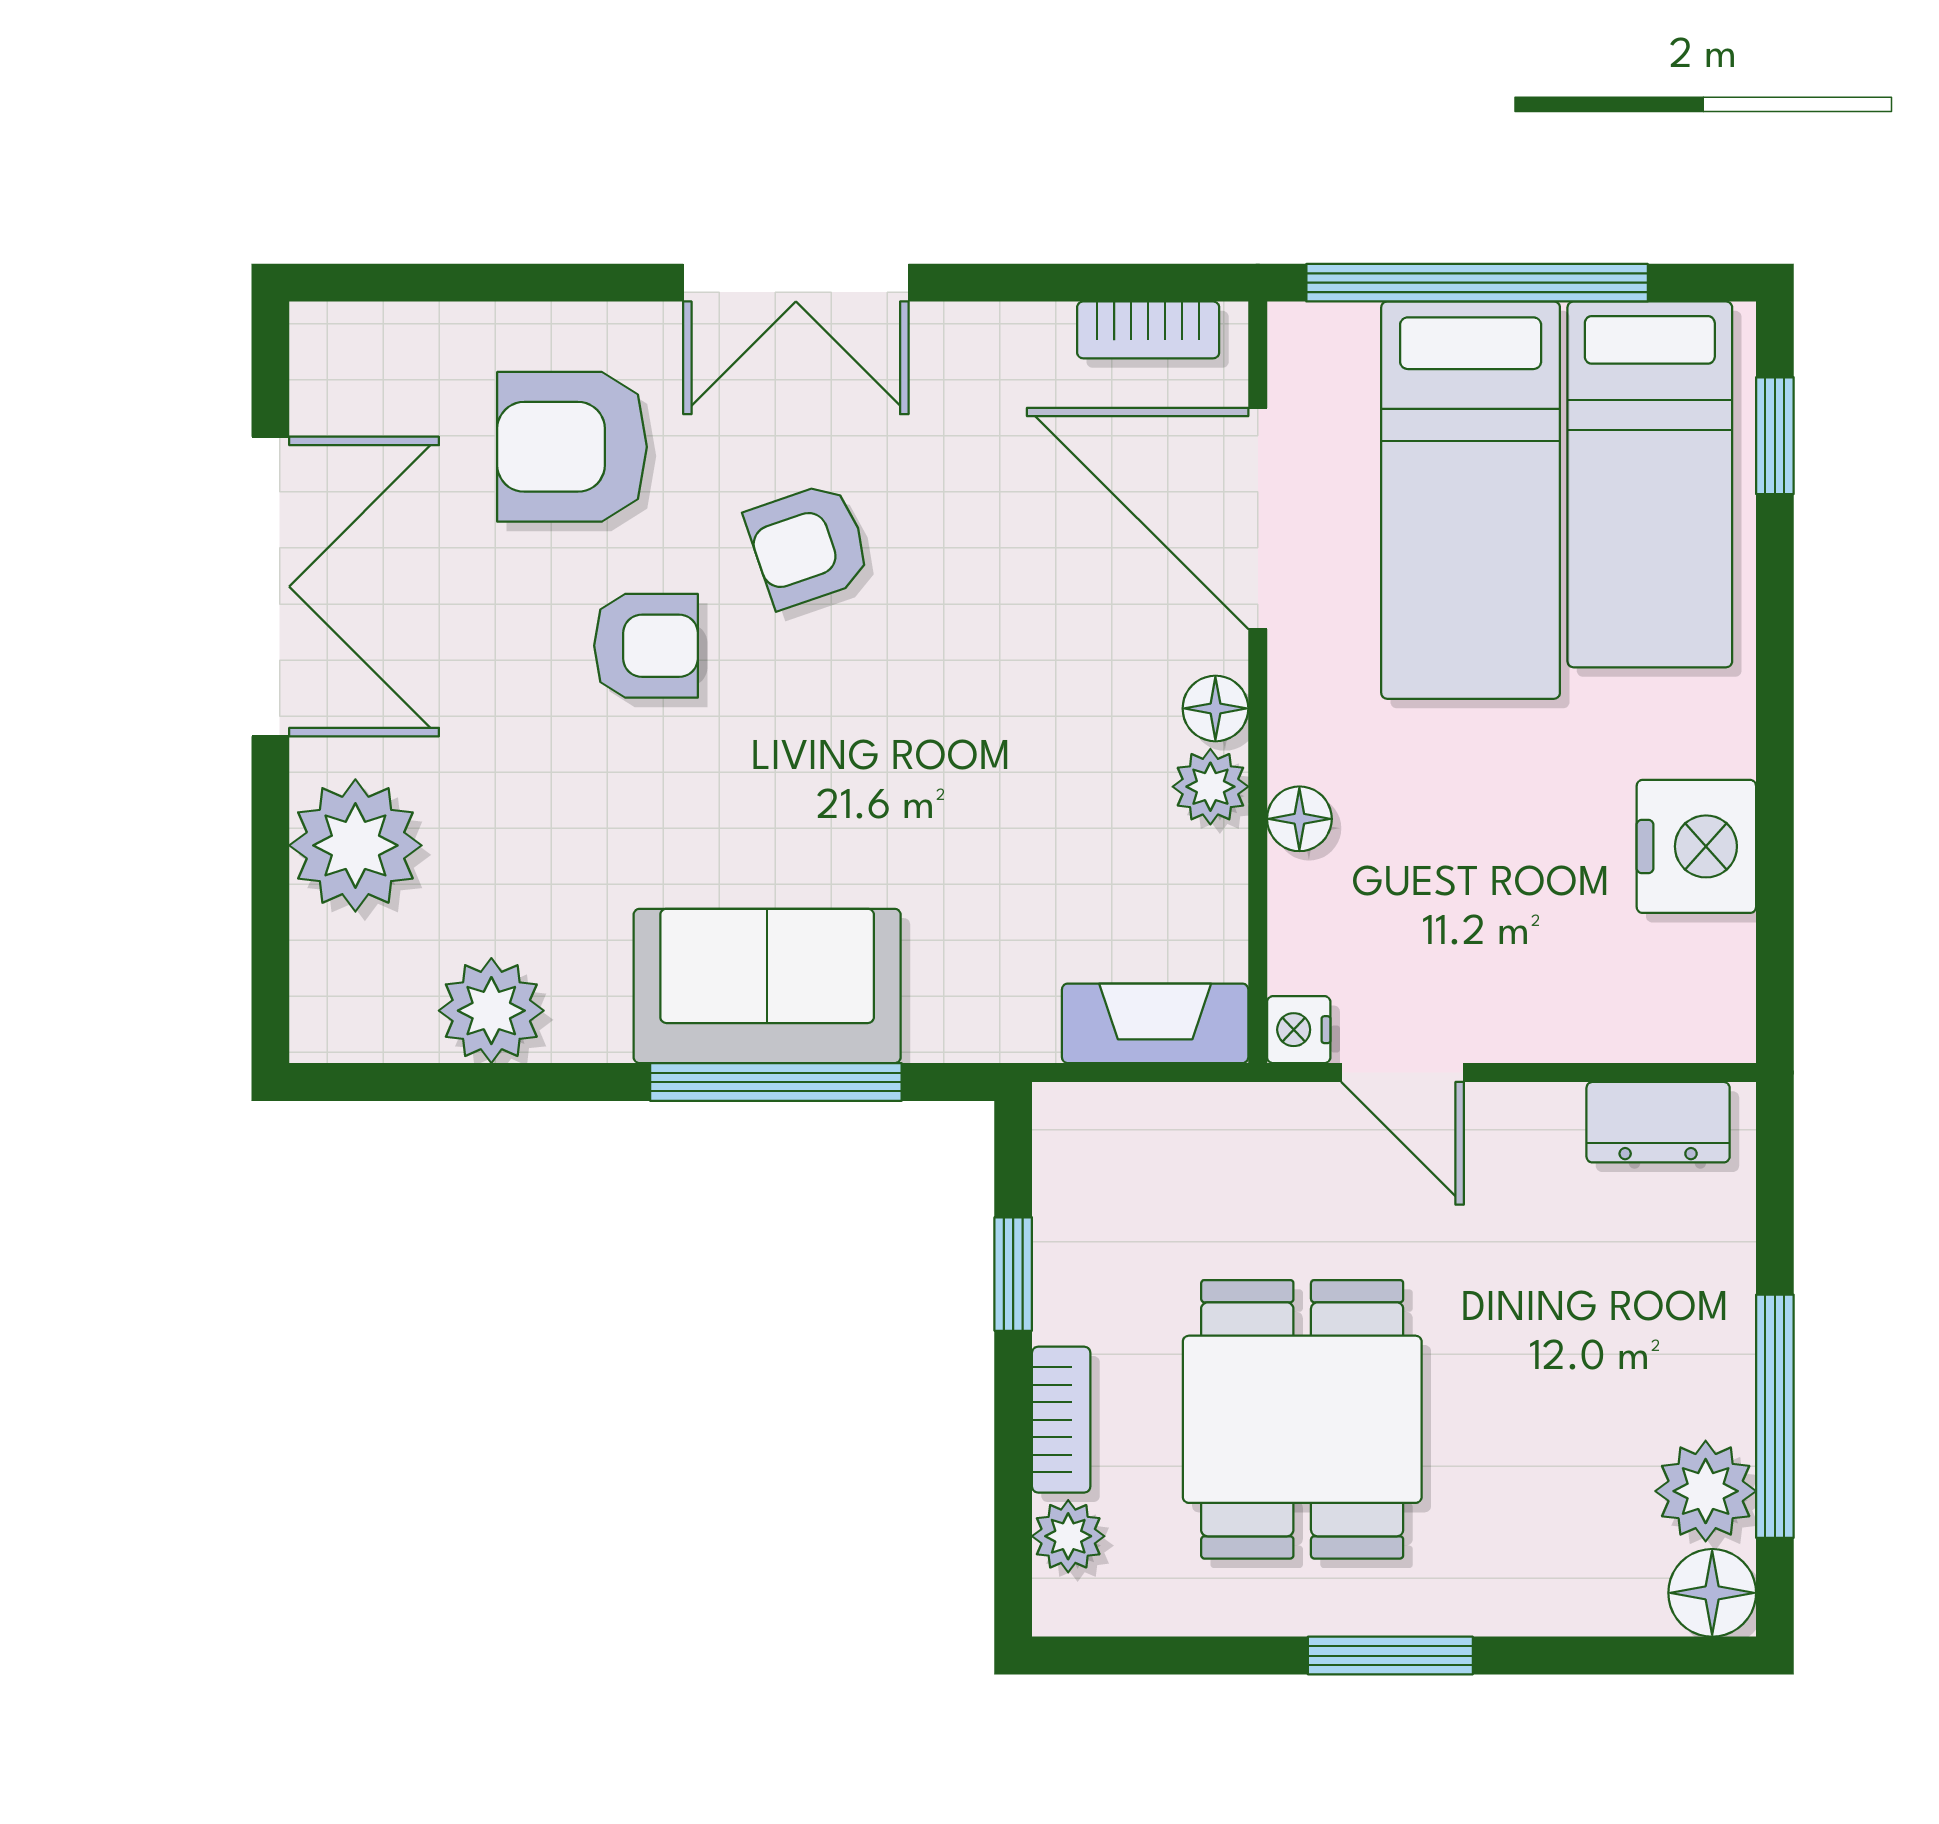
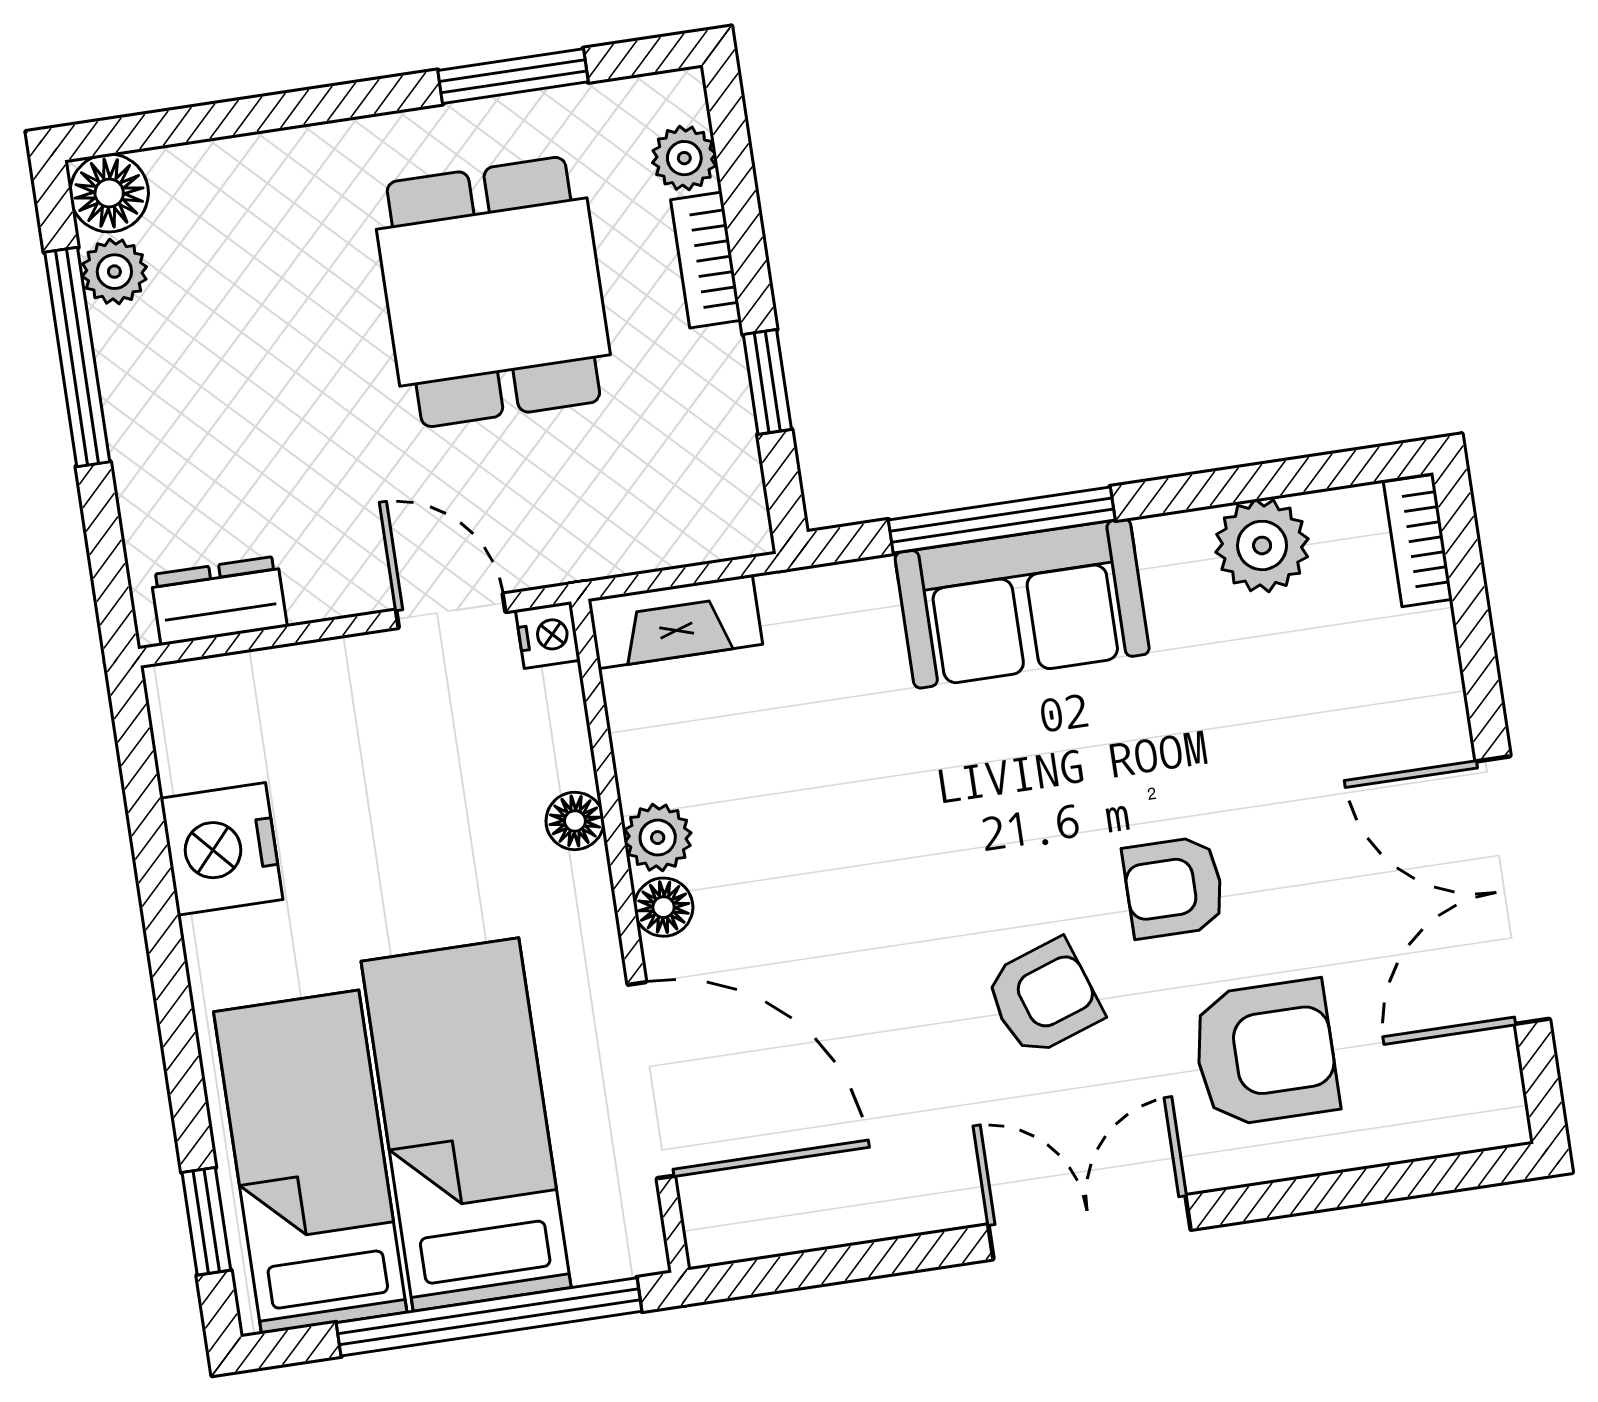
bookcase: (1148, 330) -> (1418, 540), moved, turned -90
plant: (355, 845) -> (1404, 673), removed
plant: (1706, 1491) -> (114, 272), width x0.73, depth x0.73
window: (1390, 1656) -> (513, 76), moved

